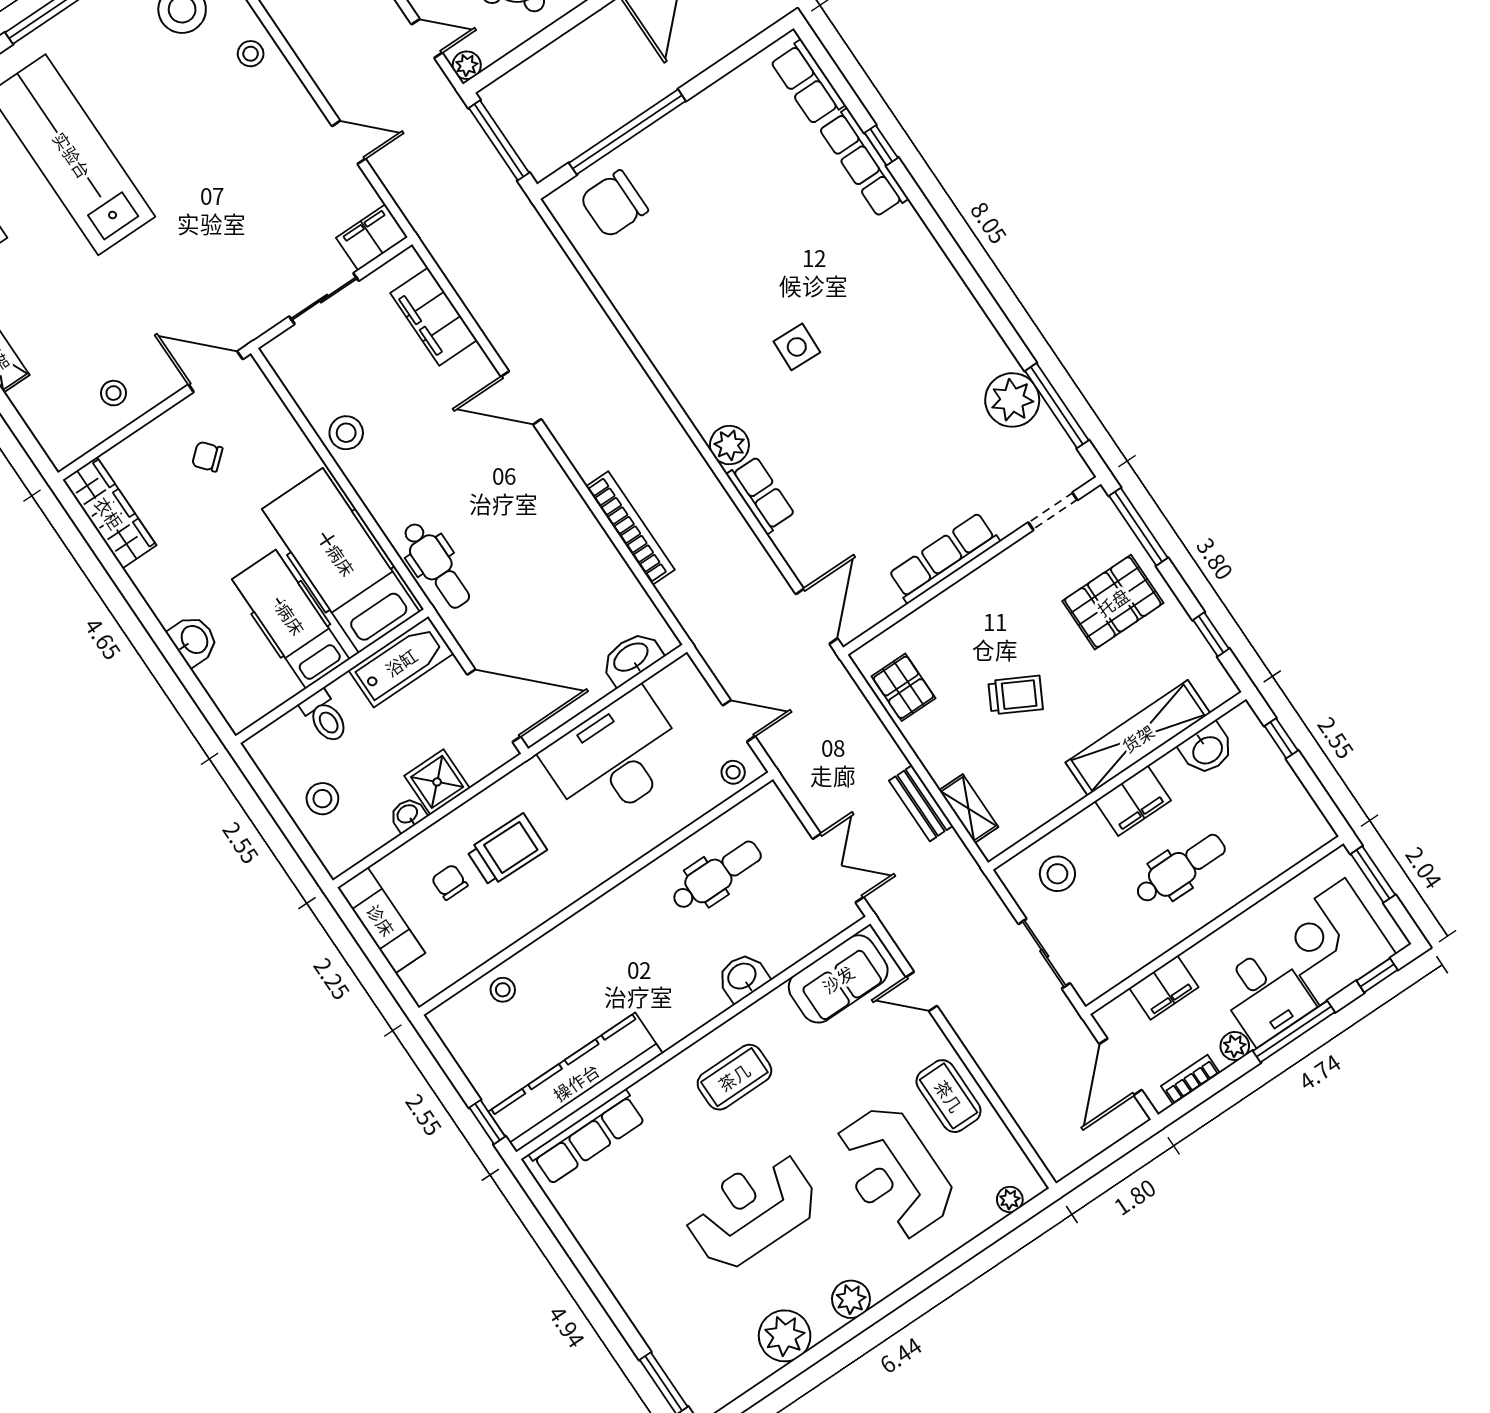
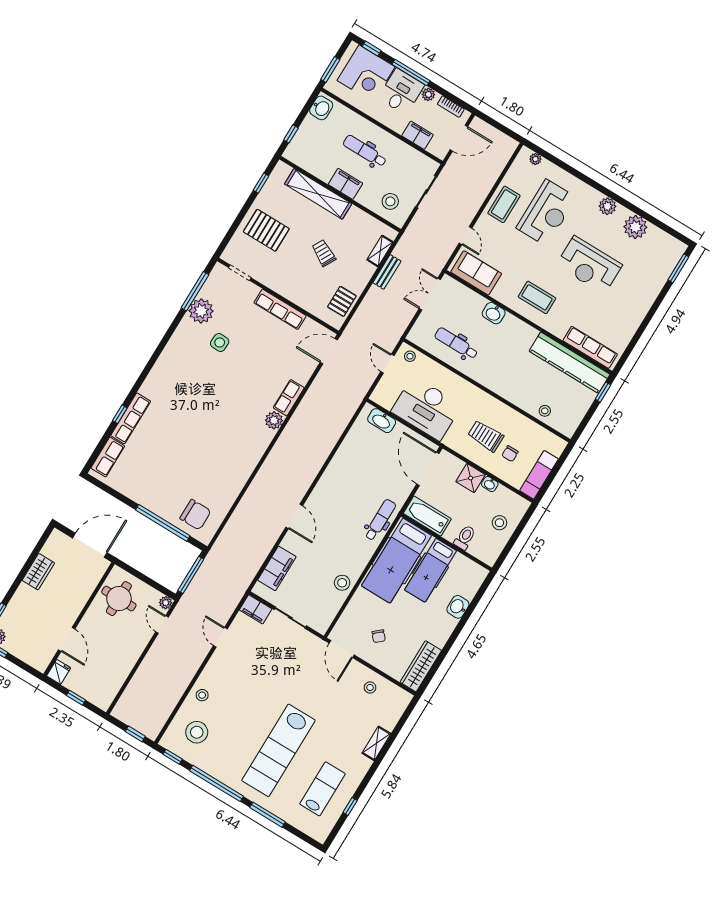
side table: (797, 347) -> (220, 343), moved
window: (1138, 527) -> (230, 234), removed
bookcase: (630, 528) -> (328, 446), removed
washbasin: (1207, 749) -> (321, 108), moved, turned 90

